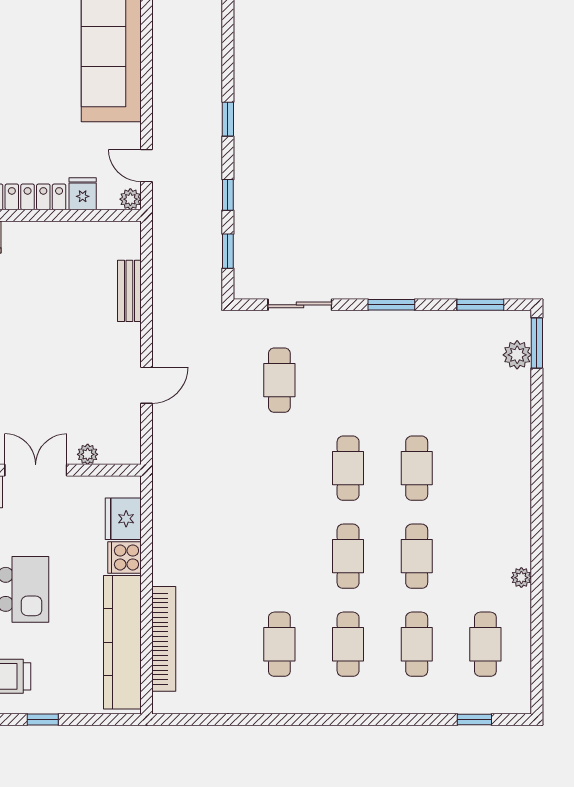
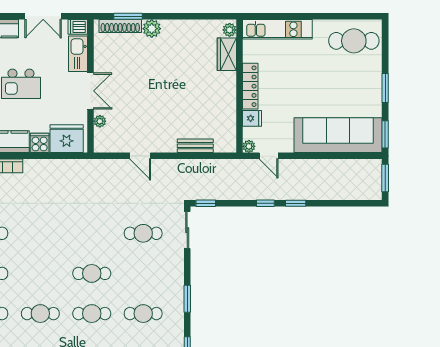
door: (147, 166) -> (269, 156), swing flipped
window: (228, 195) -> (265, 203), moved
window: (228, 251) -> (206, 203), moved
sliding door: (300, 305) -> (187, 230), moved
fridge: (123, 519) -> (67, 139), width x1.36, depth x1.34
cafe table: (348, 556) -> (143, 314), moved

